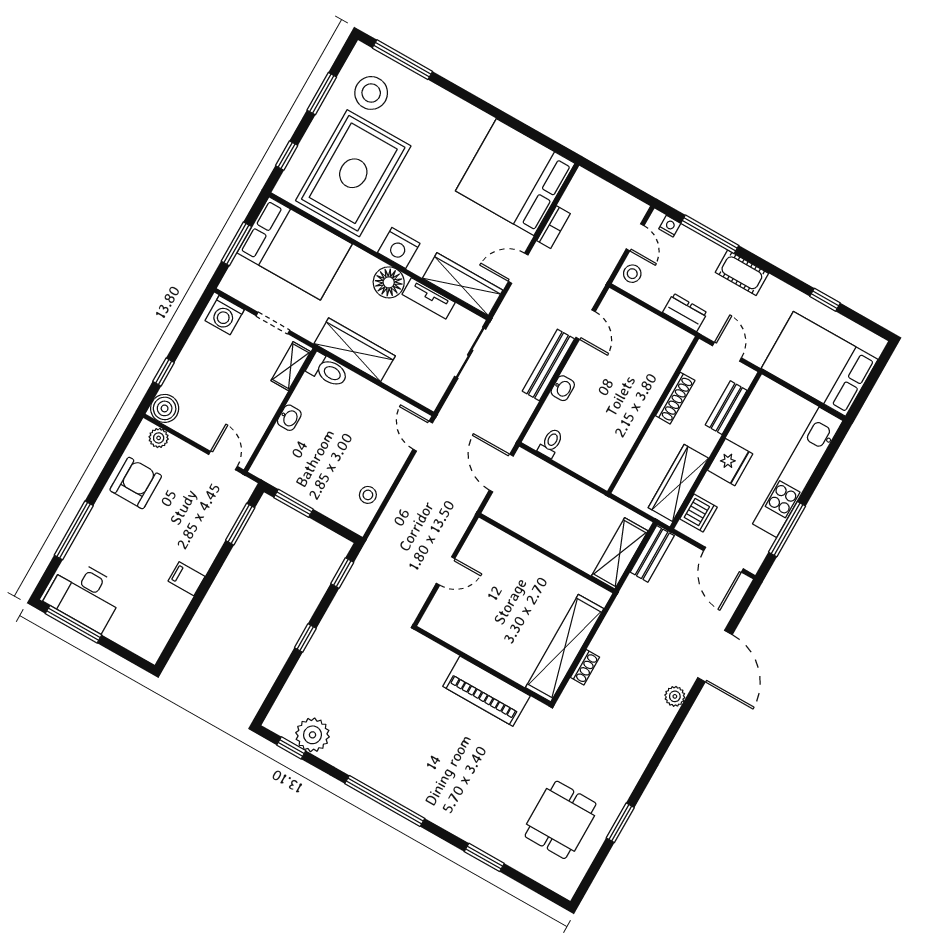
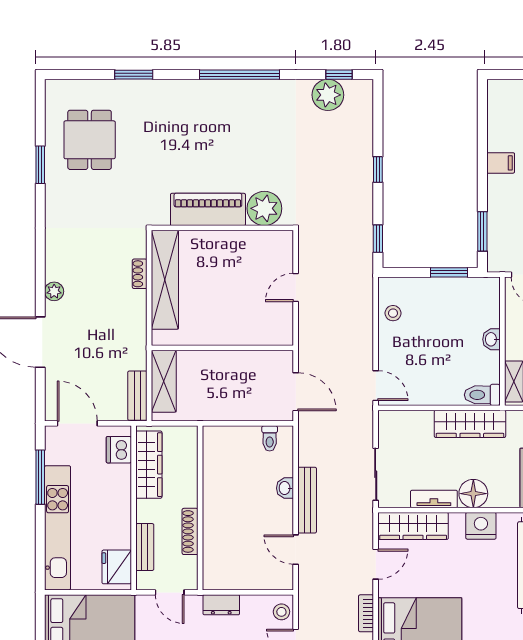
fridge: (730, 462) -> (117, 567), moved
plant: (433, 662) -> (264, 208), added

